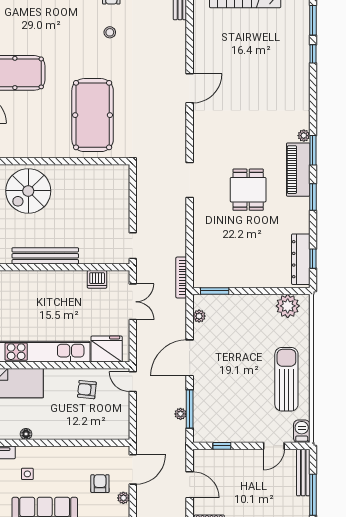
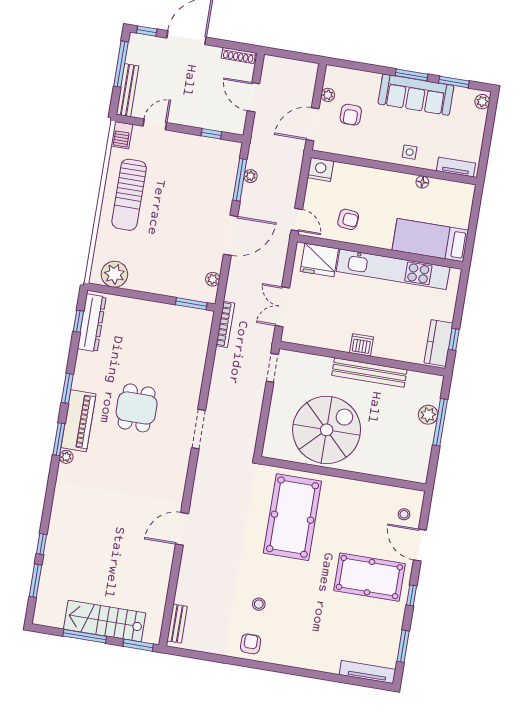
spiral stairs: (28, 191) -> (327, 430), moved, width x1.37, depth x1.37
dishwasher: (97, 279) -> (361, 345), moved
nightstand: (119, 430) -> (320, 169), added
side table: (27, 474) -> (410, 152), moved

